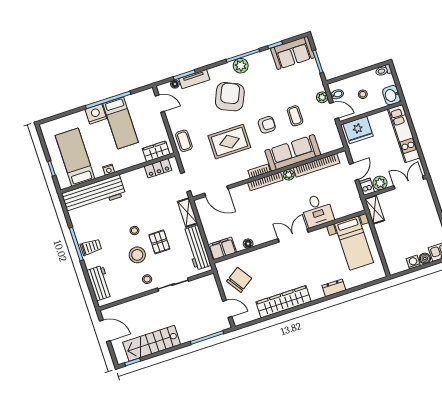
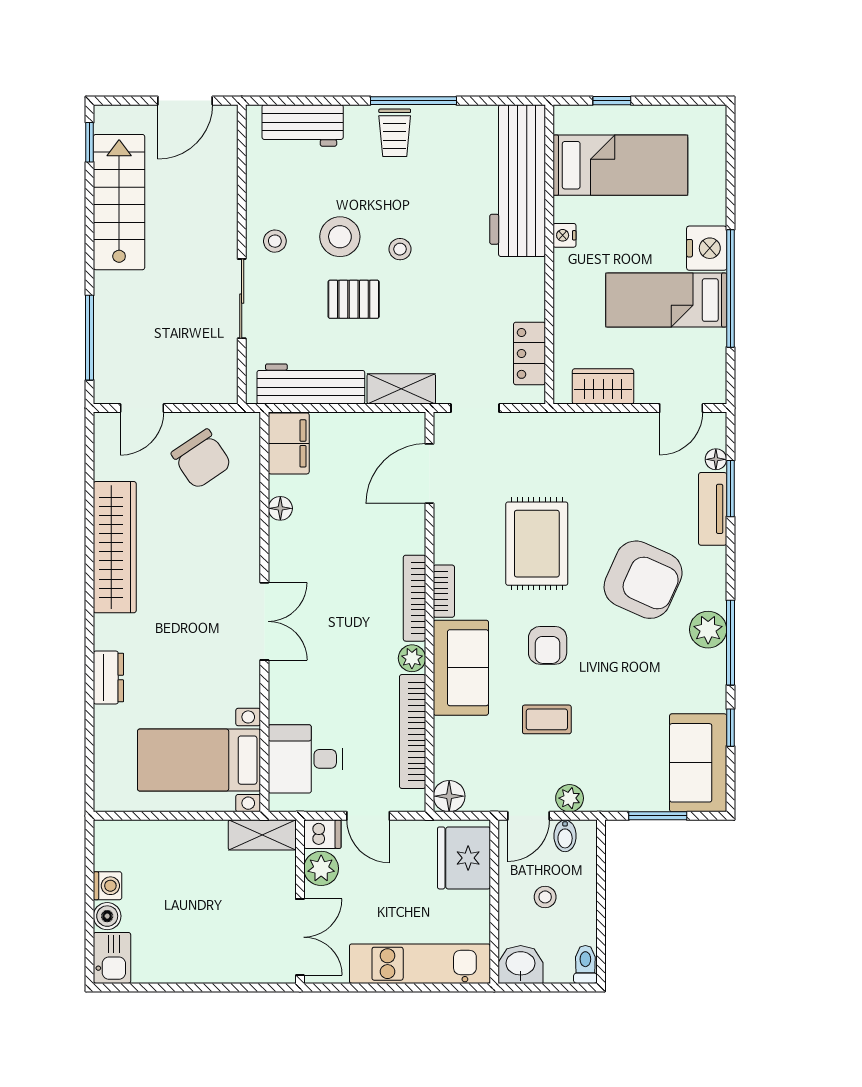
coffee table: (184, 141) -> (574, 436), removed
floor lamp: (336, 143) -> (449, 796), added
wardrobe: (156, 151) -> (603, 386), moved, turned -90
sofa: (293, 153) -> (461, 668), width x0.73
desk: (317, 210) -> (305, 759), moved

